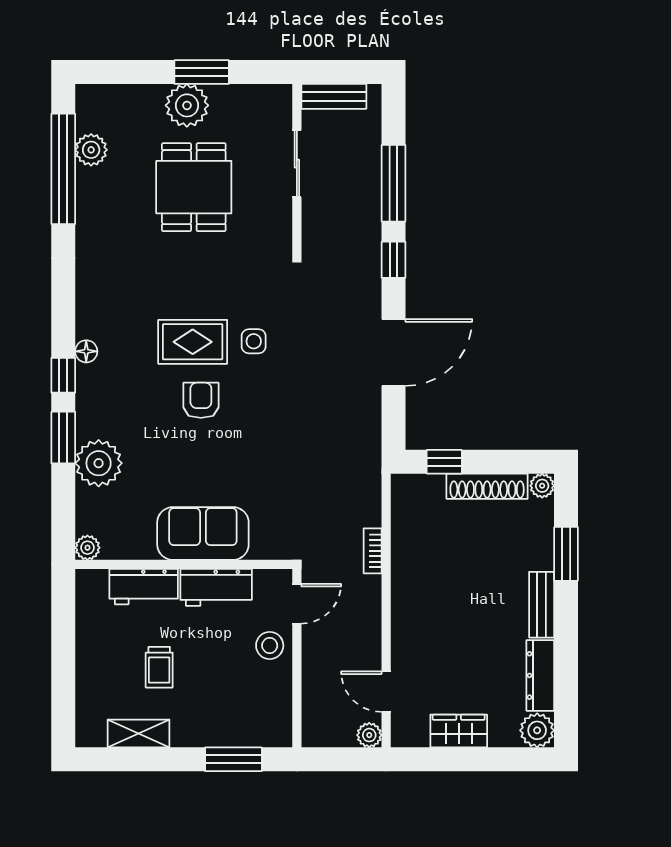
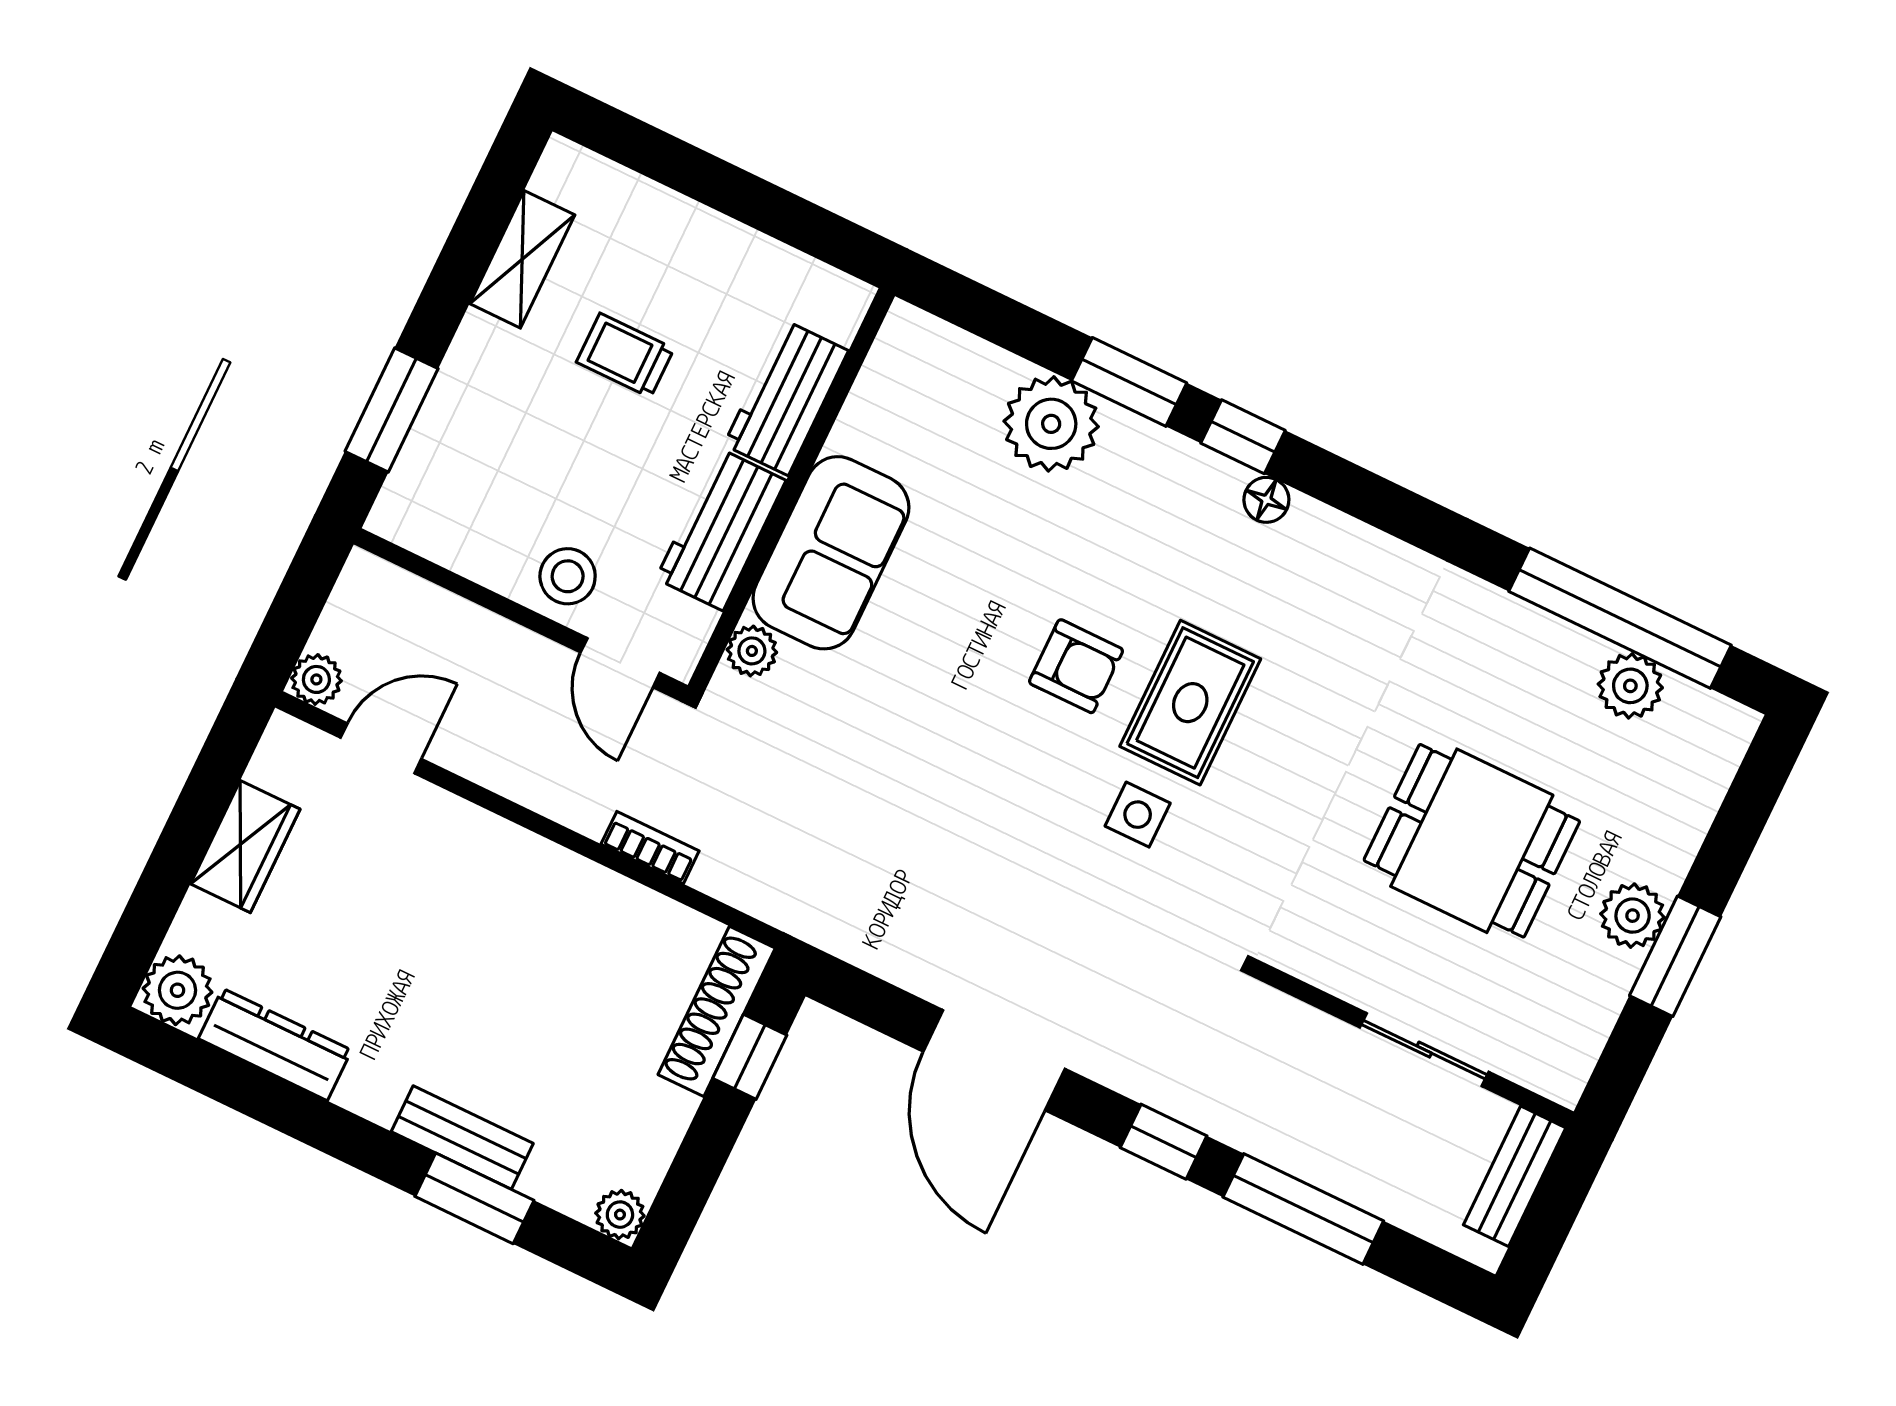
plant: (187, 105) -> (1633, 916), width x0.73, depth x0.73
shoe rack: (487, 486) -> (717, 1011), moved
plant: (87, 548) -> (752, 651), moved
bench: (542, 605) -> (462, 1137), moved

